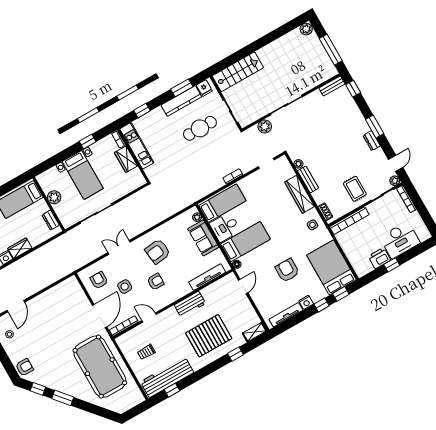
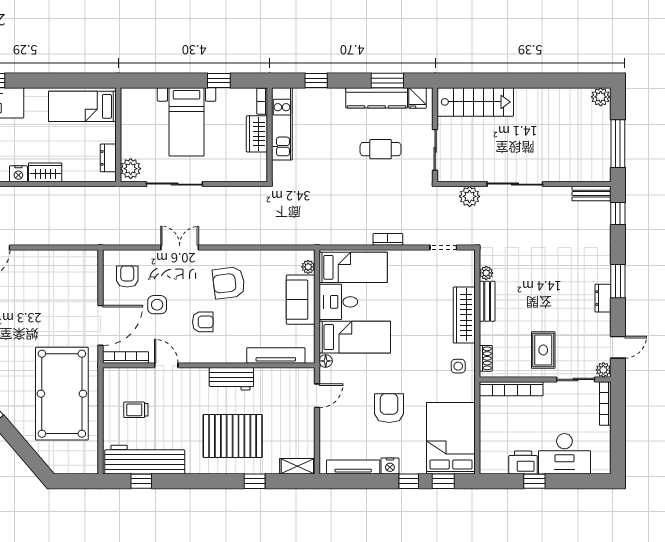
cafe table: (200, 128) -> (381, 149), width x0.73, depth x0.74
plant: (54, 197) -> (131, 169), moved

